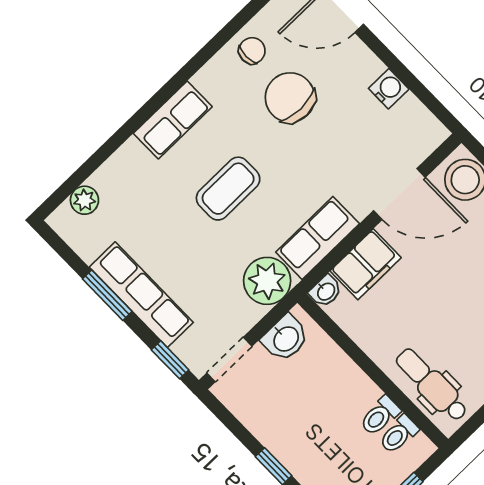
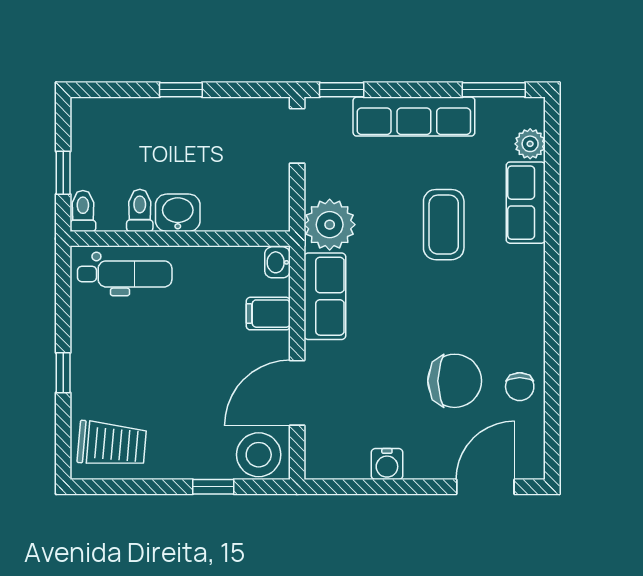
row of seats: (173, 120) -> (526, 203), moved
coffee table: (228, 189) -> (444, 225), moved
filing cabinet: (366, 264) -> (268, 314), width x0.50
window: (107, 295) -> (494, 90), moved
washbasin: (285, 338) -> (178, 213), moved, turned 90
toilet: (399, 434) -> (83, 211), moved

